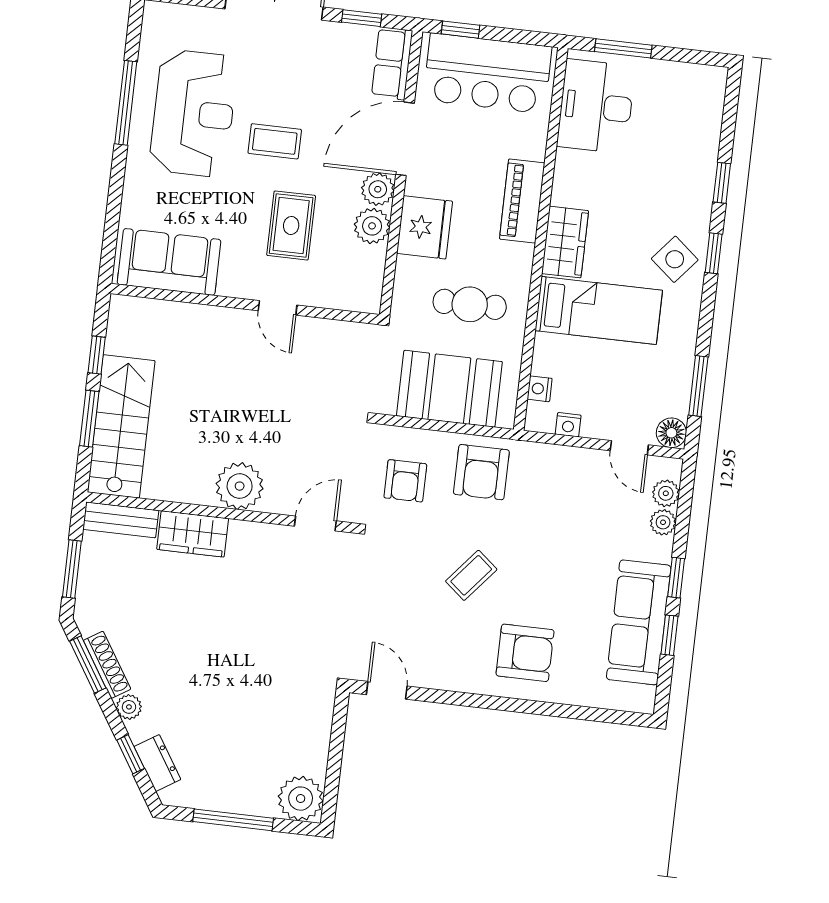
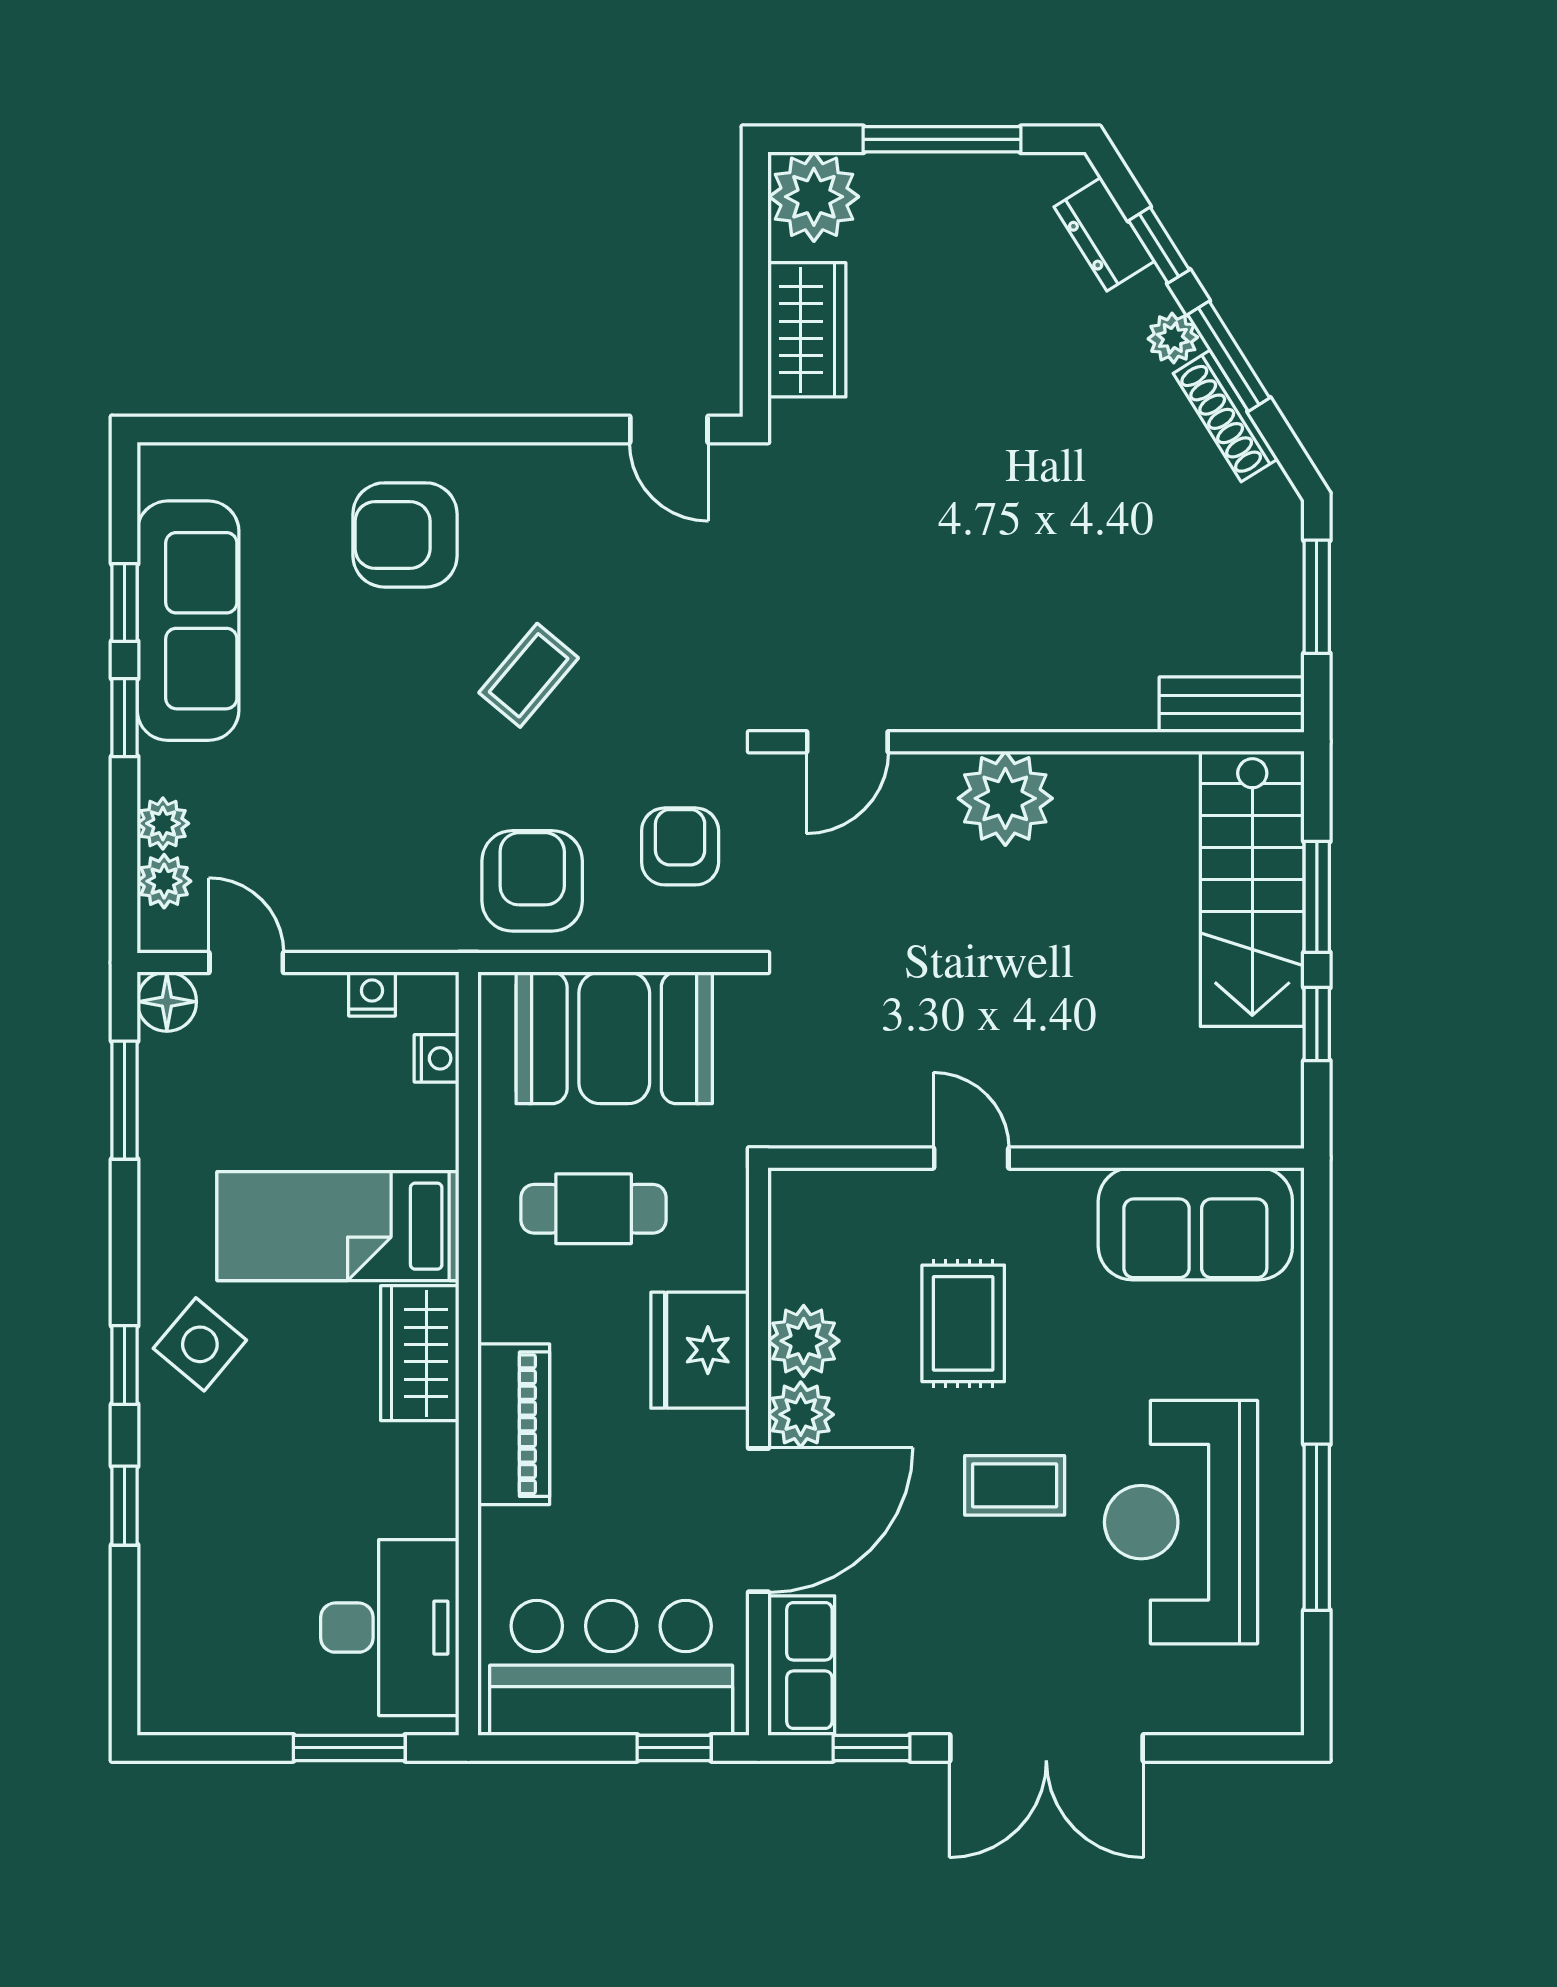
wardrobe: (193, 534) -> (807, 330), moved, turned 90
window: (88, 665) -> (1229, 356), moved

